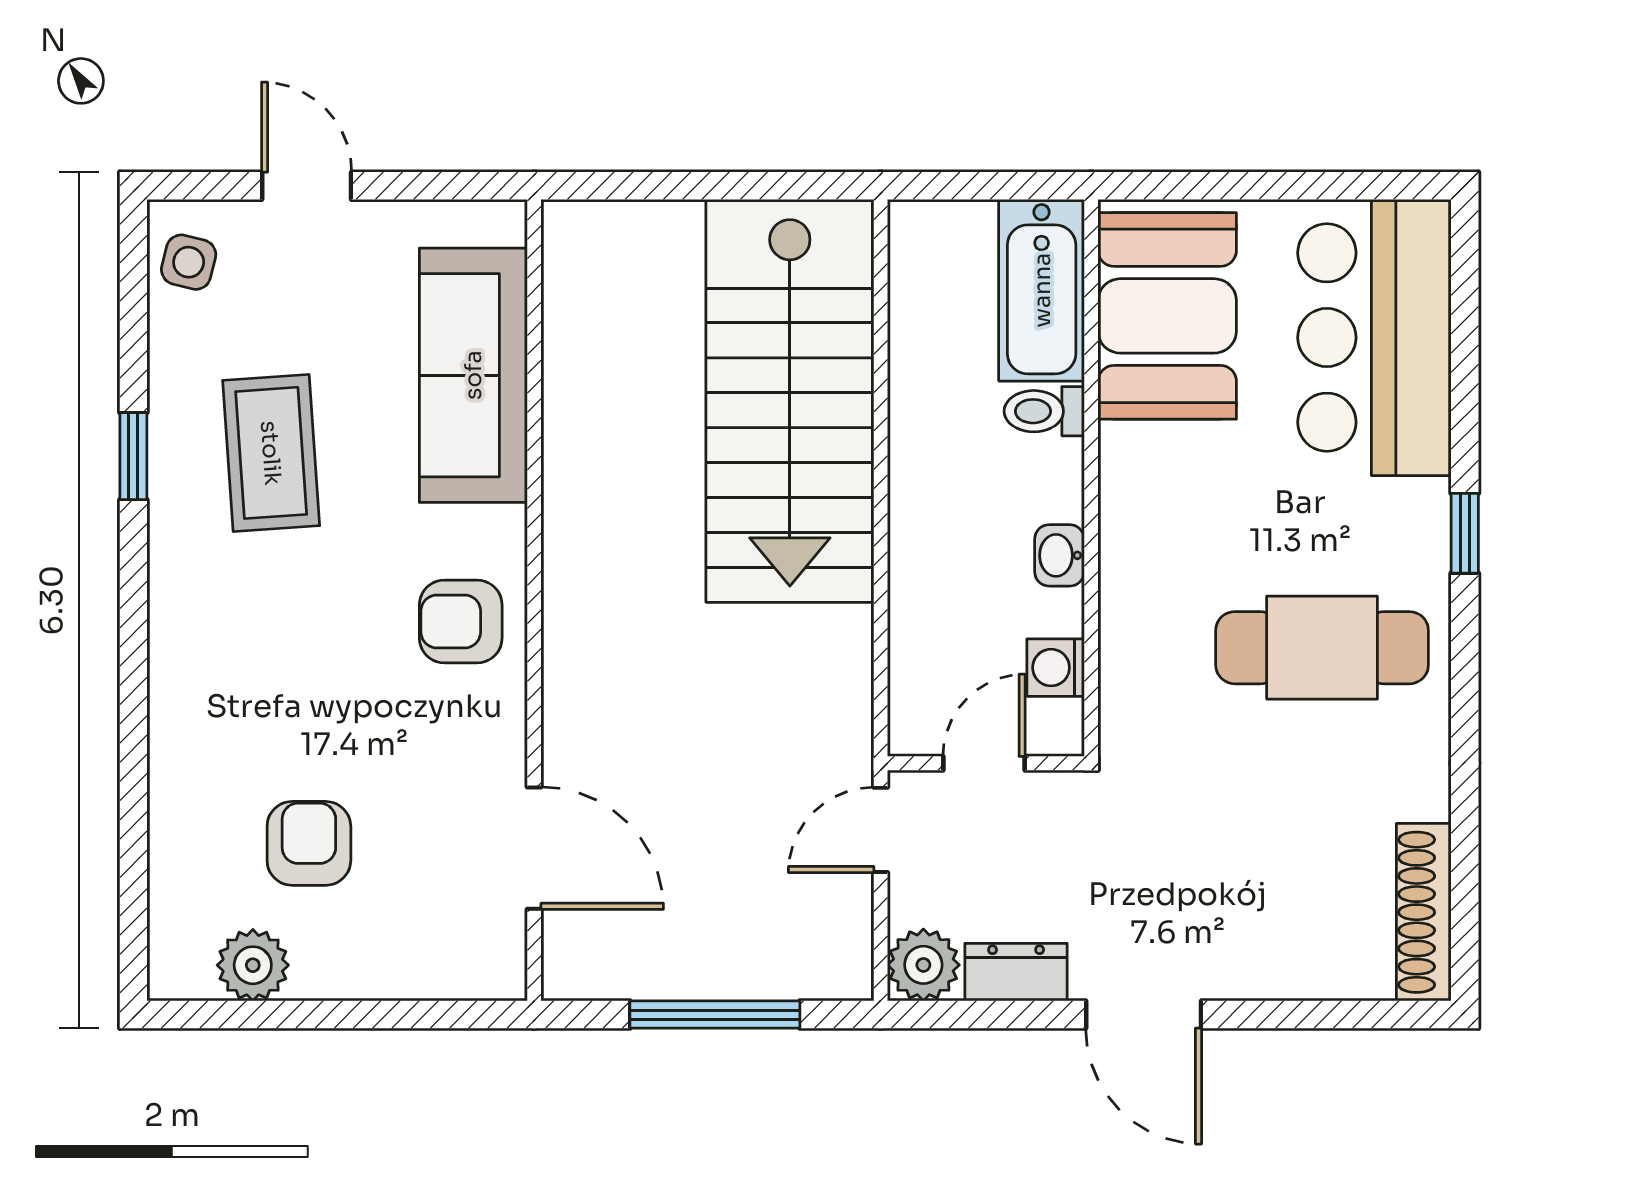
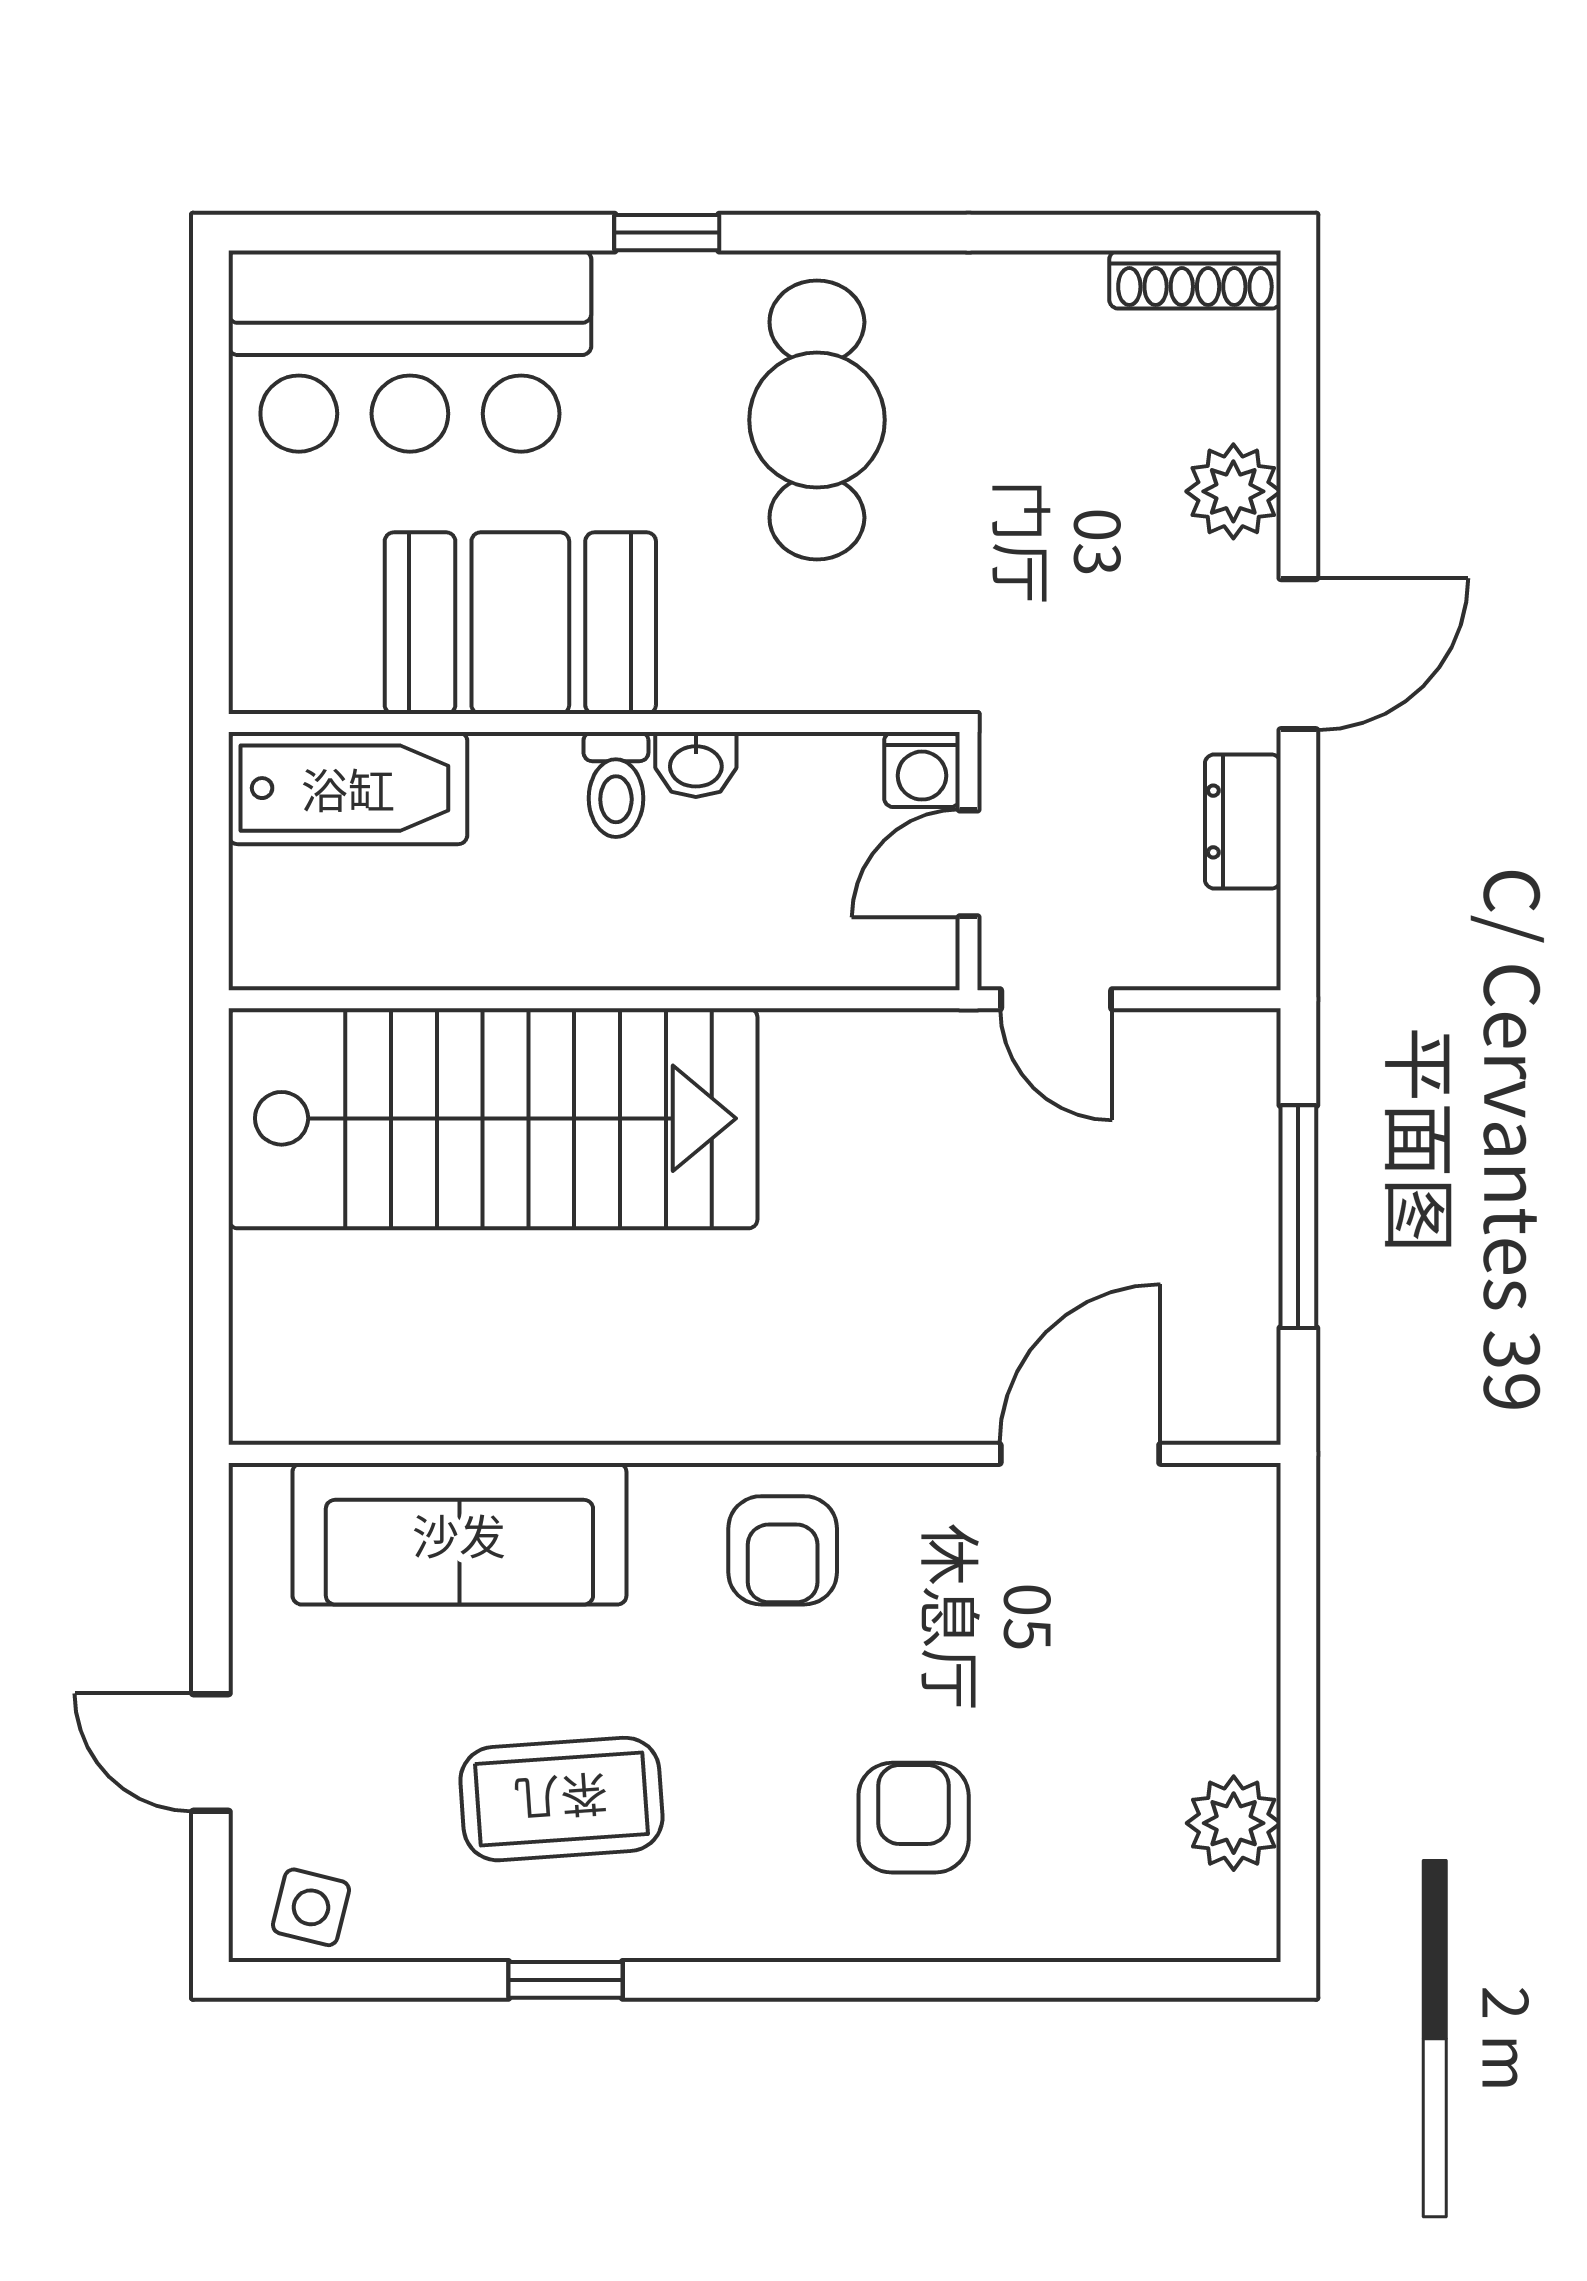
door: (307, 186) -> (211, 1753), hinge flipped
booth: (1167, 316) -> (520, 623), moved
toilet: (1044, 411) -> (616, 785), moved
washing machine: (1056, 668) -> (922, 770), moved
door: (984, 763) -> (969, 863), hinge flipped
armchair: (309, 843) -> (914, 1818), moved, turned 90
shoe rack: (1424, 912) -> (1195, 280), width x0.74, depth x0.81
plant: (923, 965) -> (1233, 491), moved

